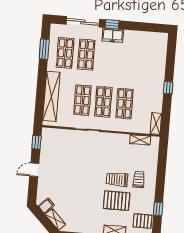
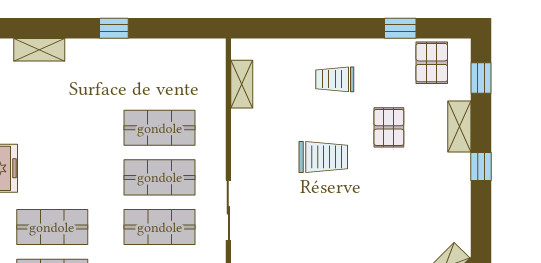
shelving: (156, 124) -> (39, 50), moved
trolley: (117, 180) -> (323, 157), moved, turned -90
pallet: (117, 201) -> (389, 127), width x0.67, depth x0.71

